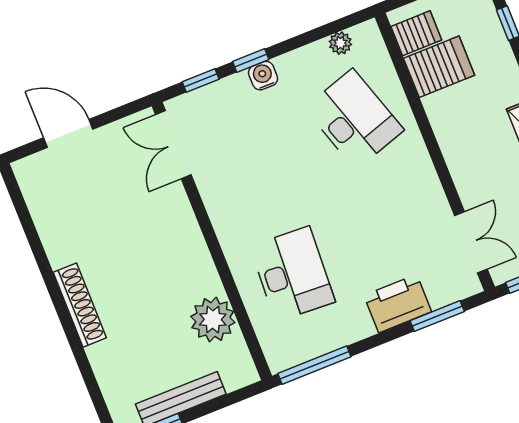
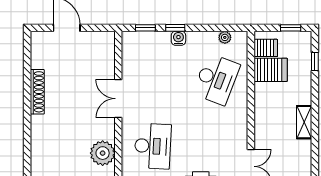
desk: (354, 119) -> (216, 79), turned 39
double door: (173, 145) -> (118, 99), moved
shoe rack: (80, 305) -> (37, 92), moved

